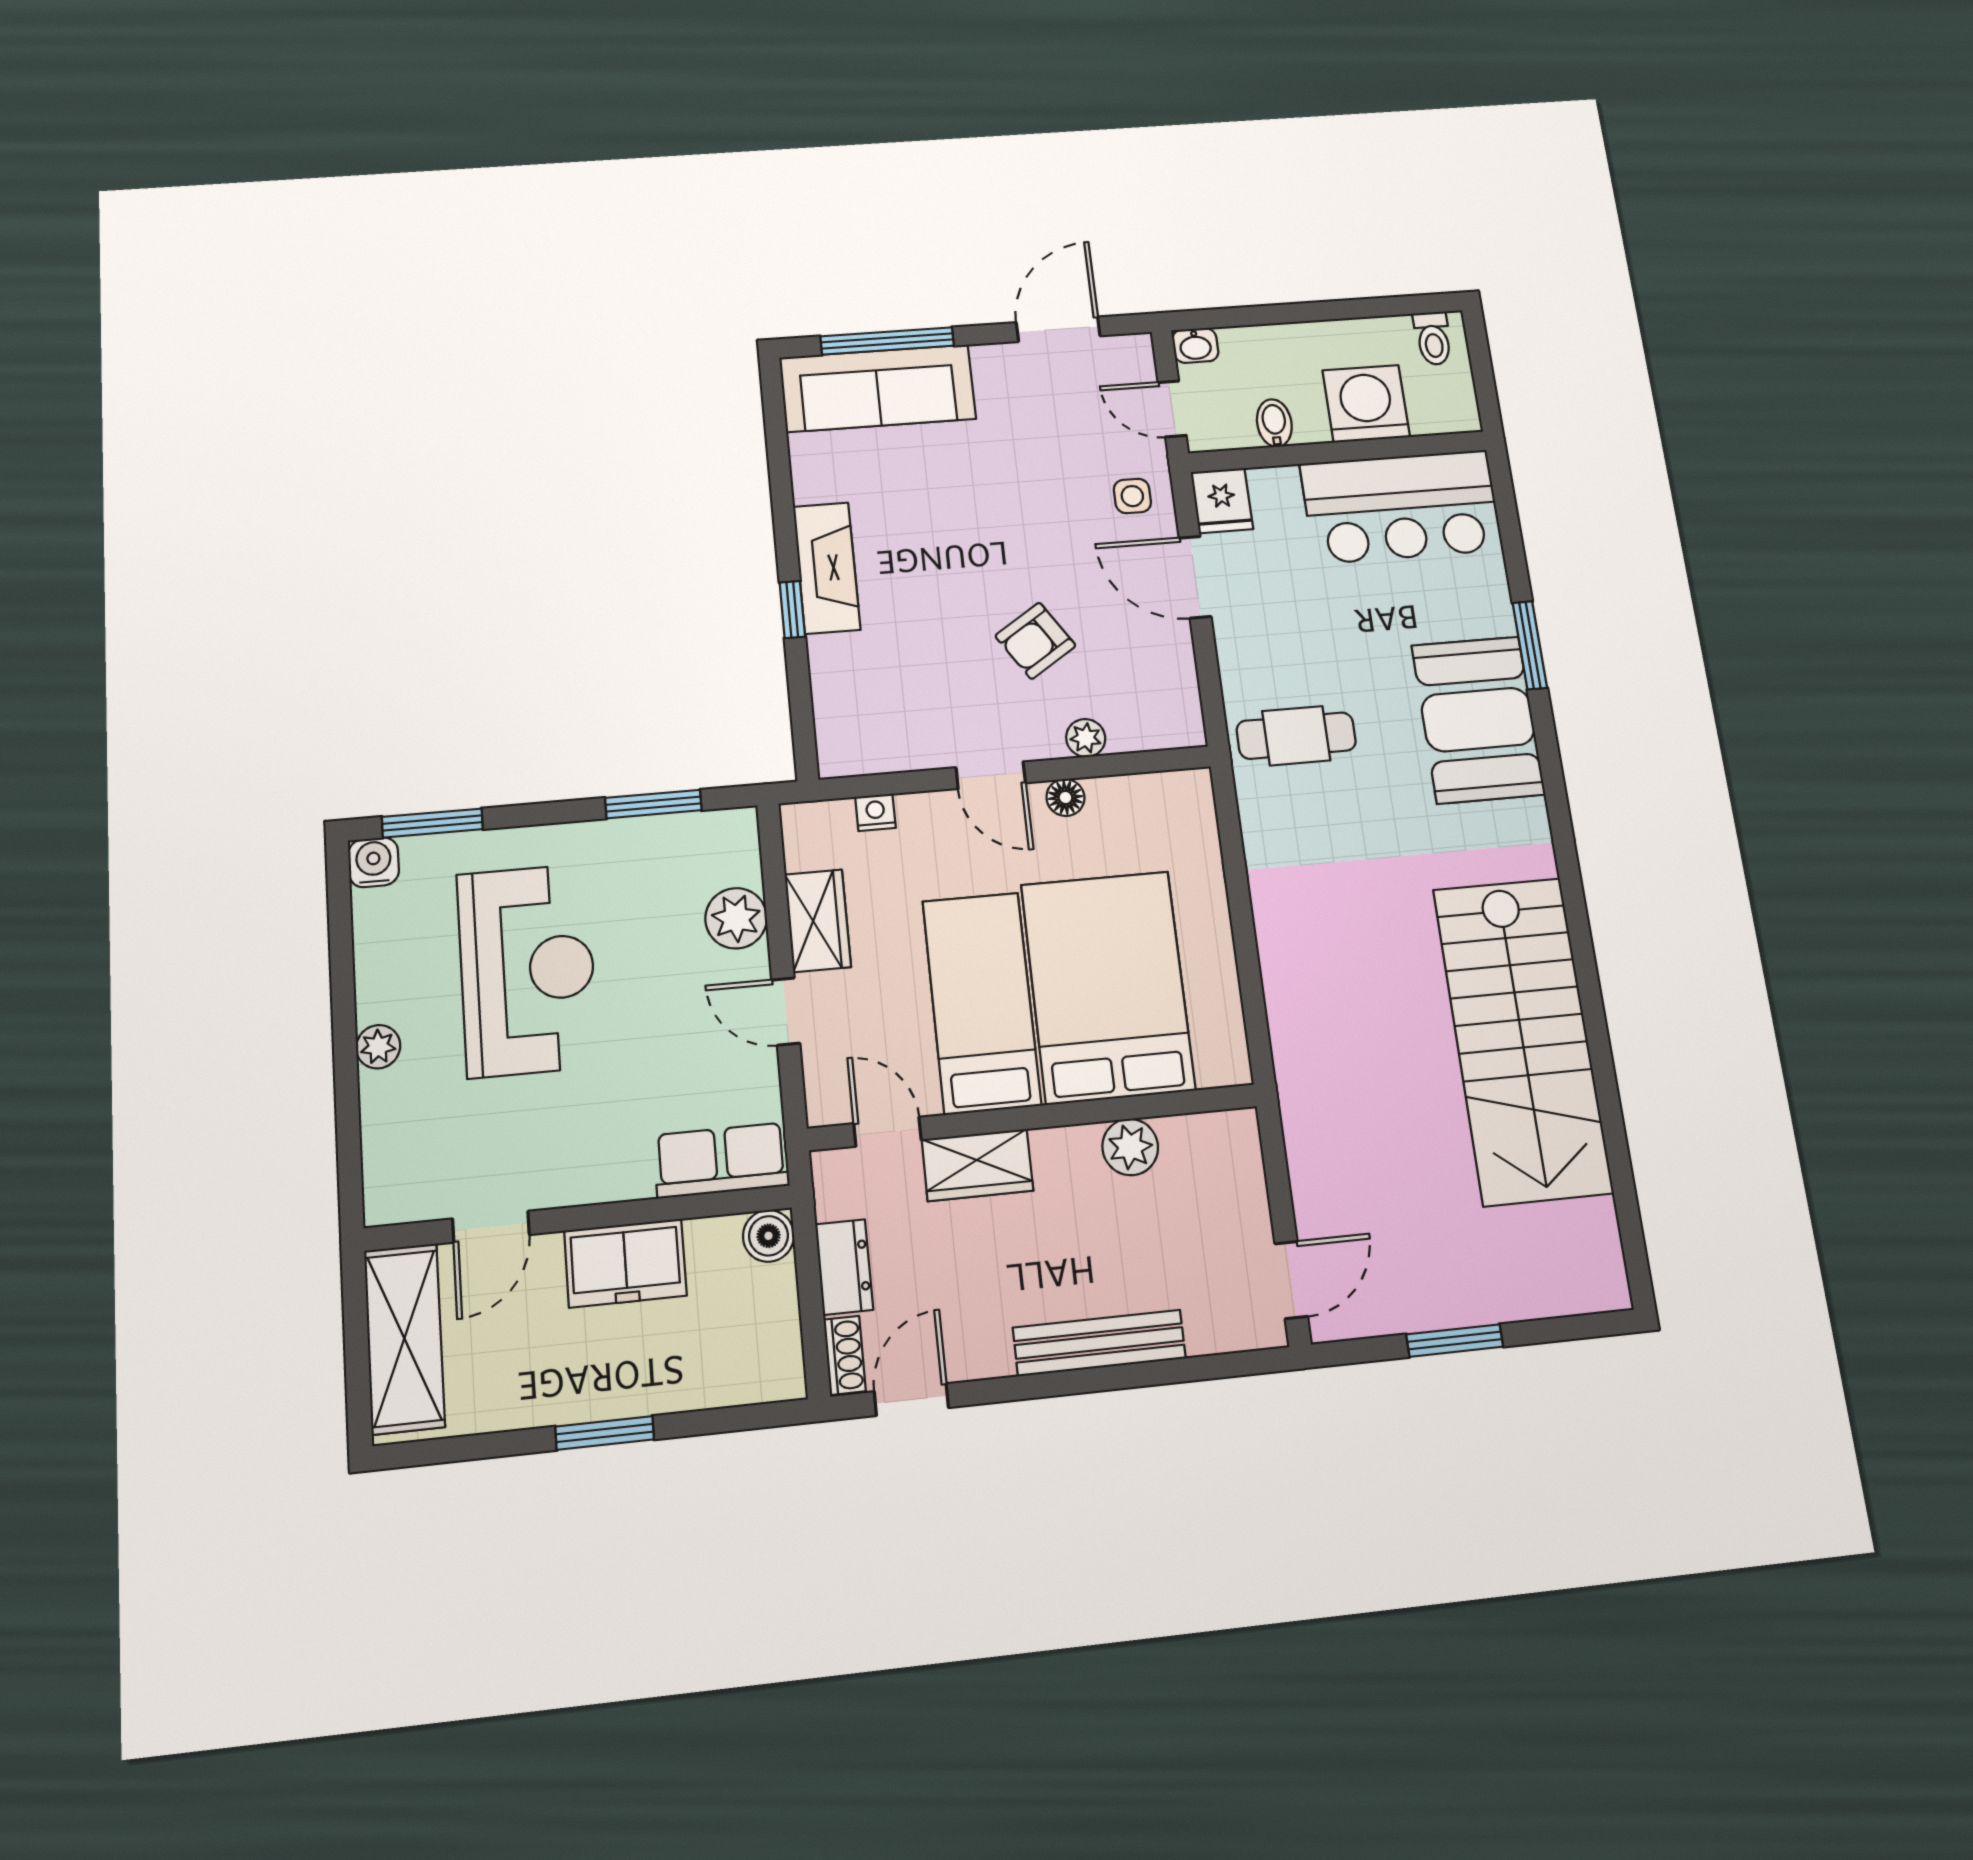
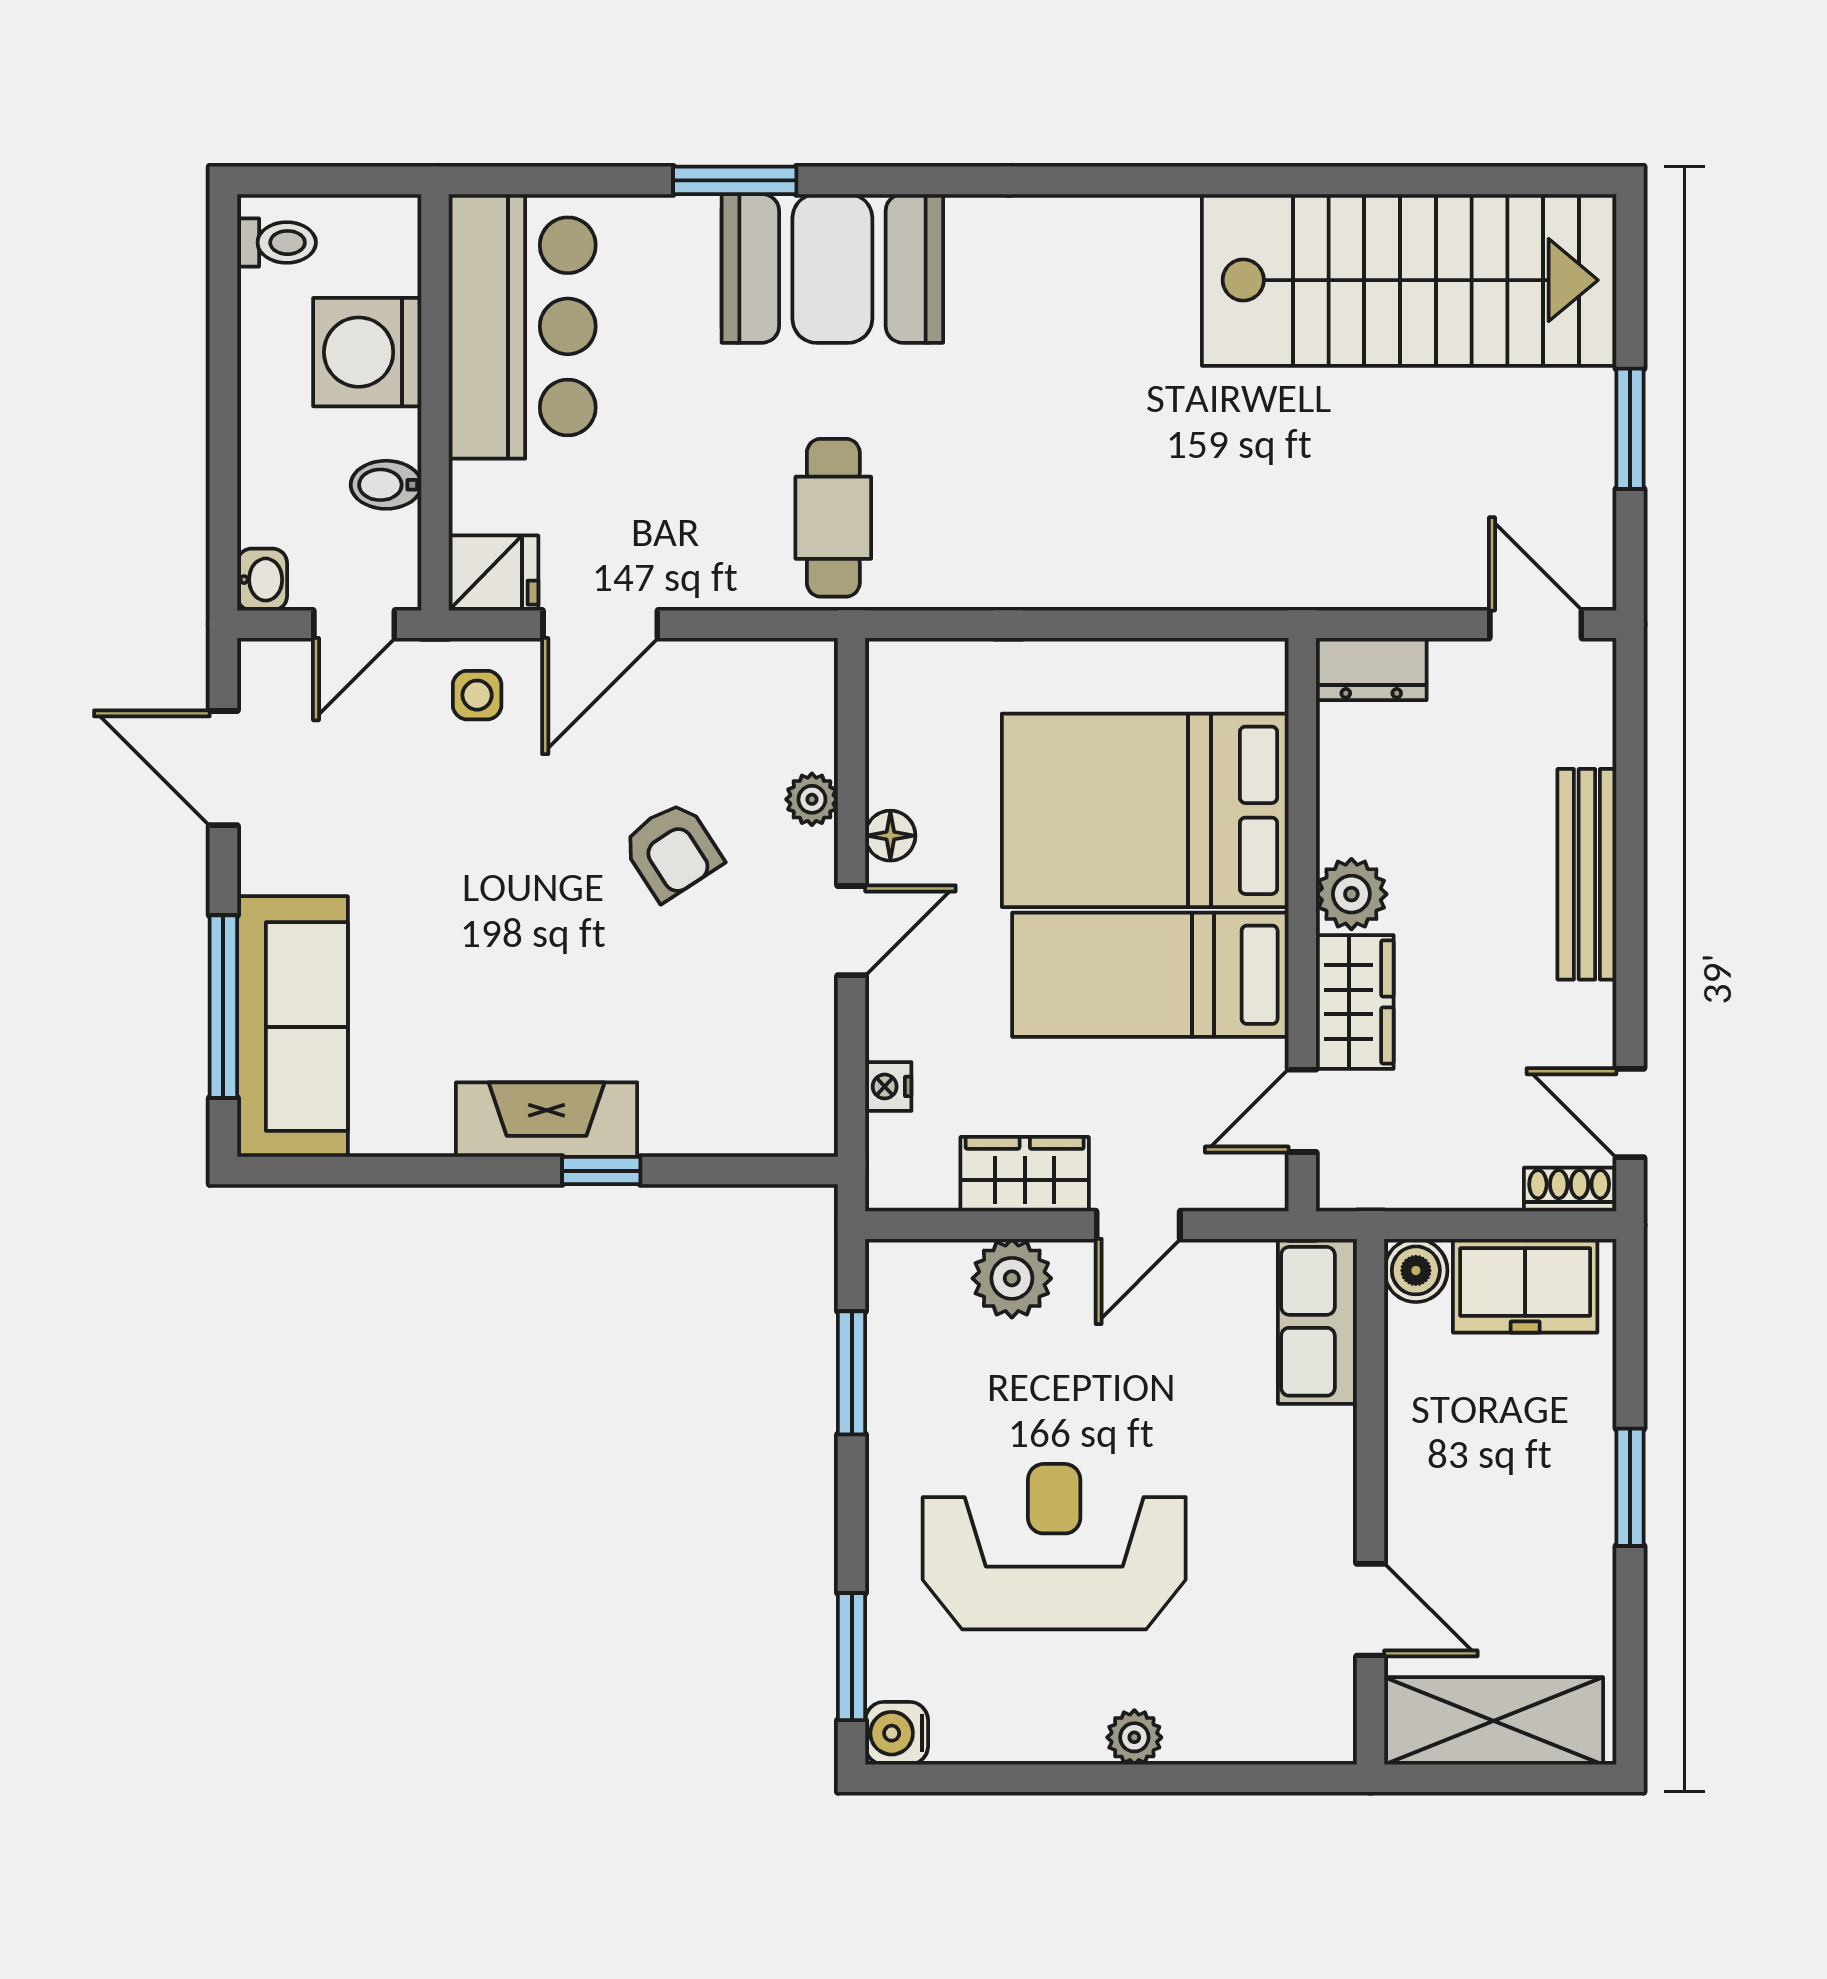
stairs: (1522, 1040) -> (1408, 280), moved
plant: (1130, 1147) -> (1351, 894), moved
freezer: (625, 1263) -> (1525, 1286), moved, turned 90
dresser: (844, 1267) -> (1371, 669), moved, turned 180

